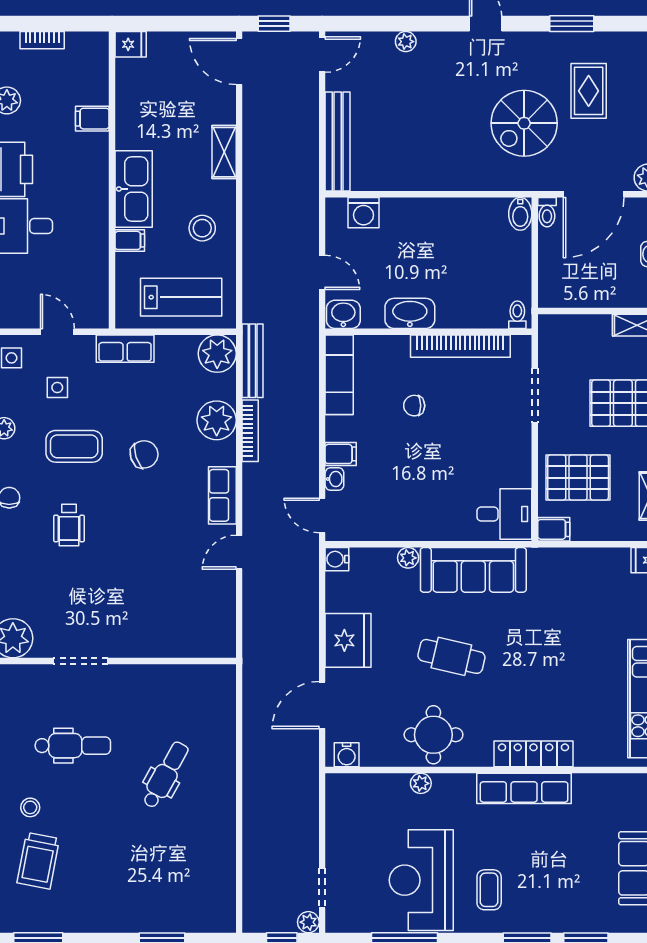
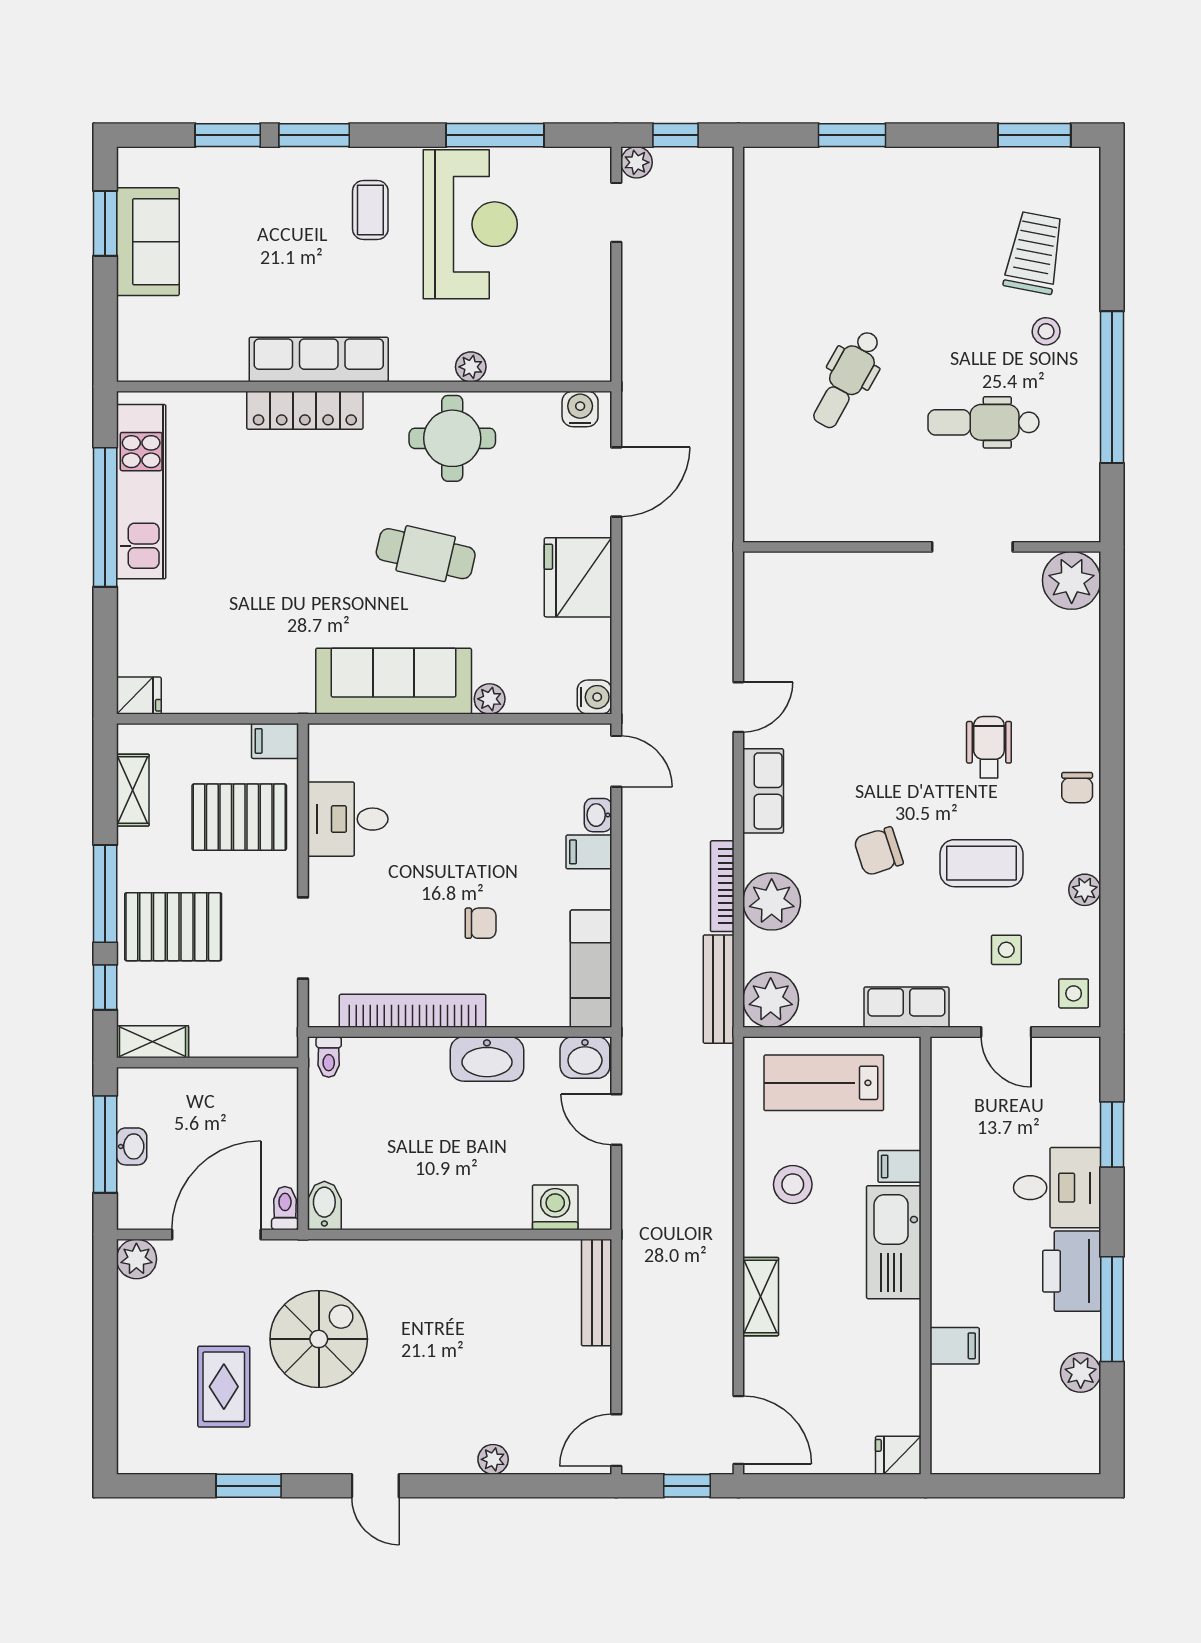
bookcase: (42, 40) -> (1029, 1461), removed
bench: (338, 141) -> (597, 1293), width x0.73, depth x0.82
desk: (504, 514) -> (348, 819), moved

